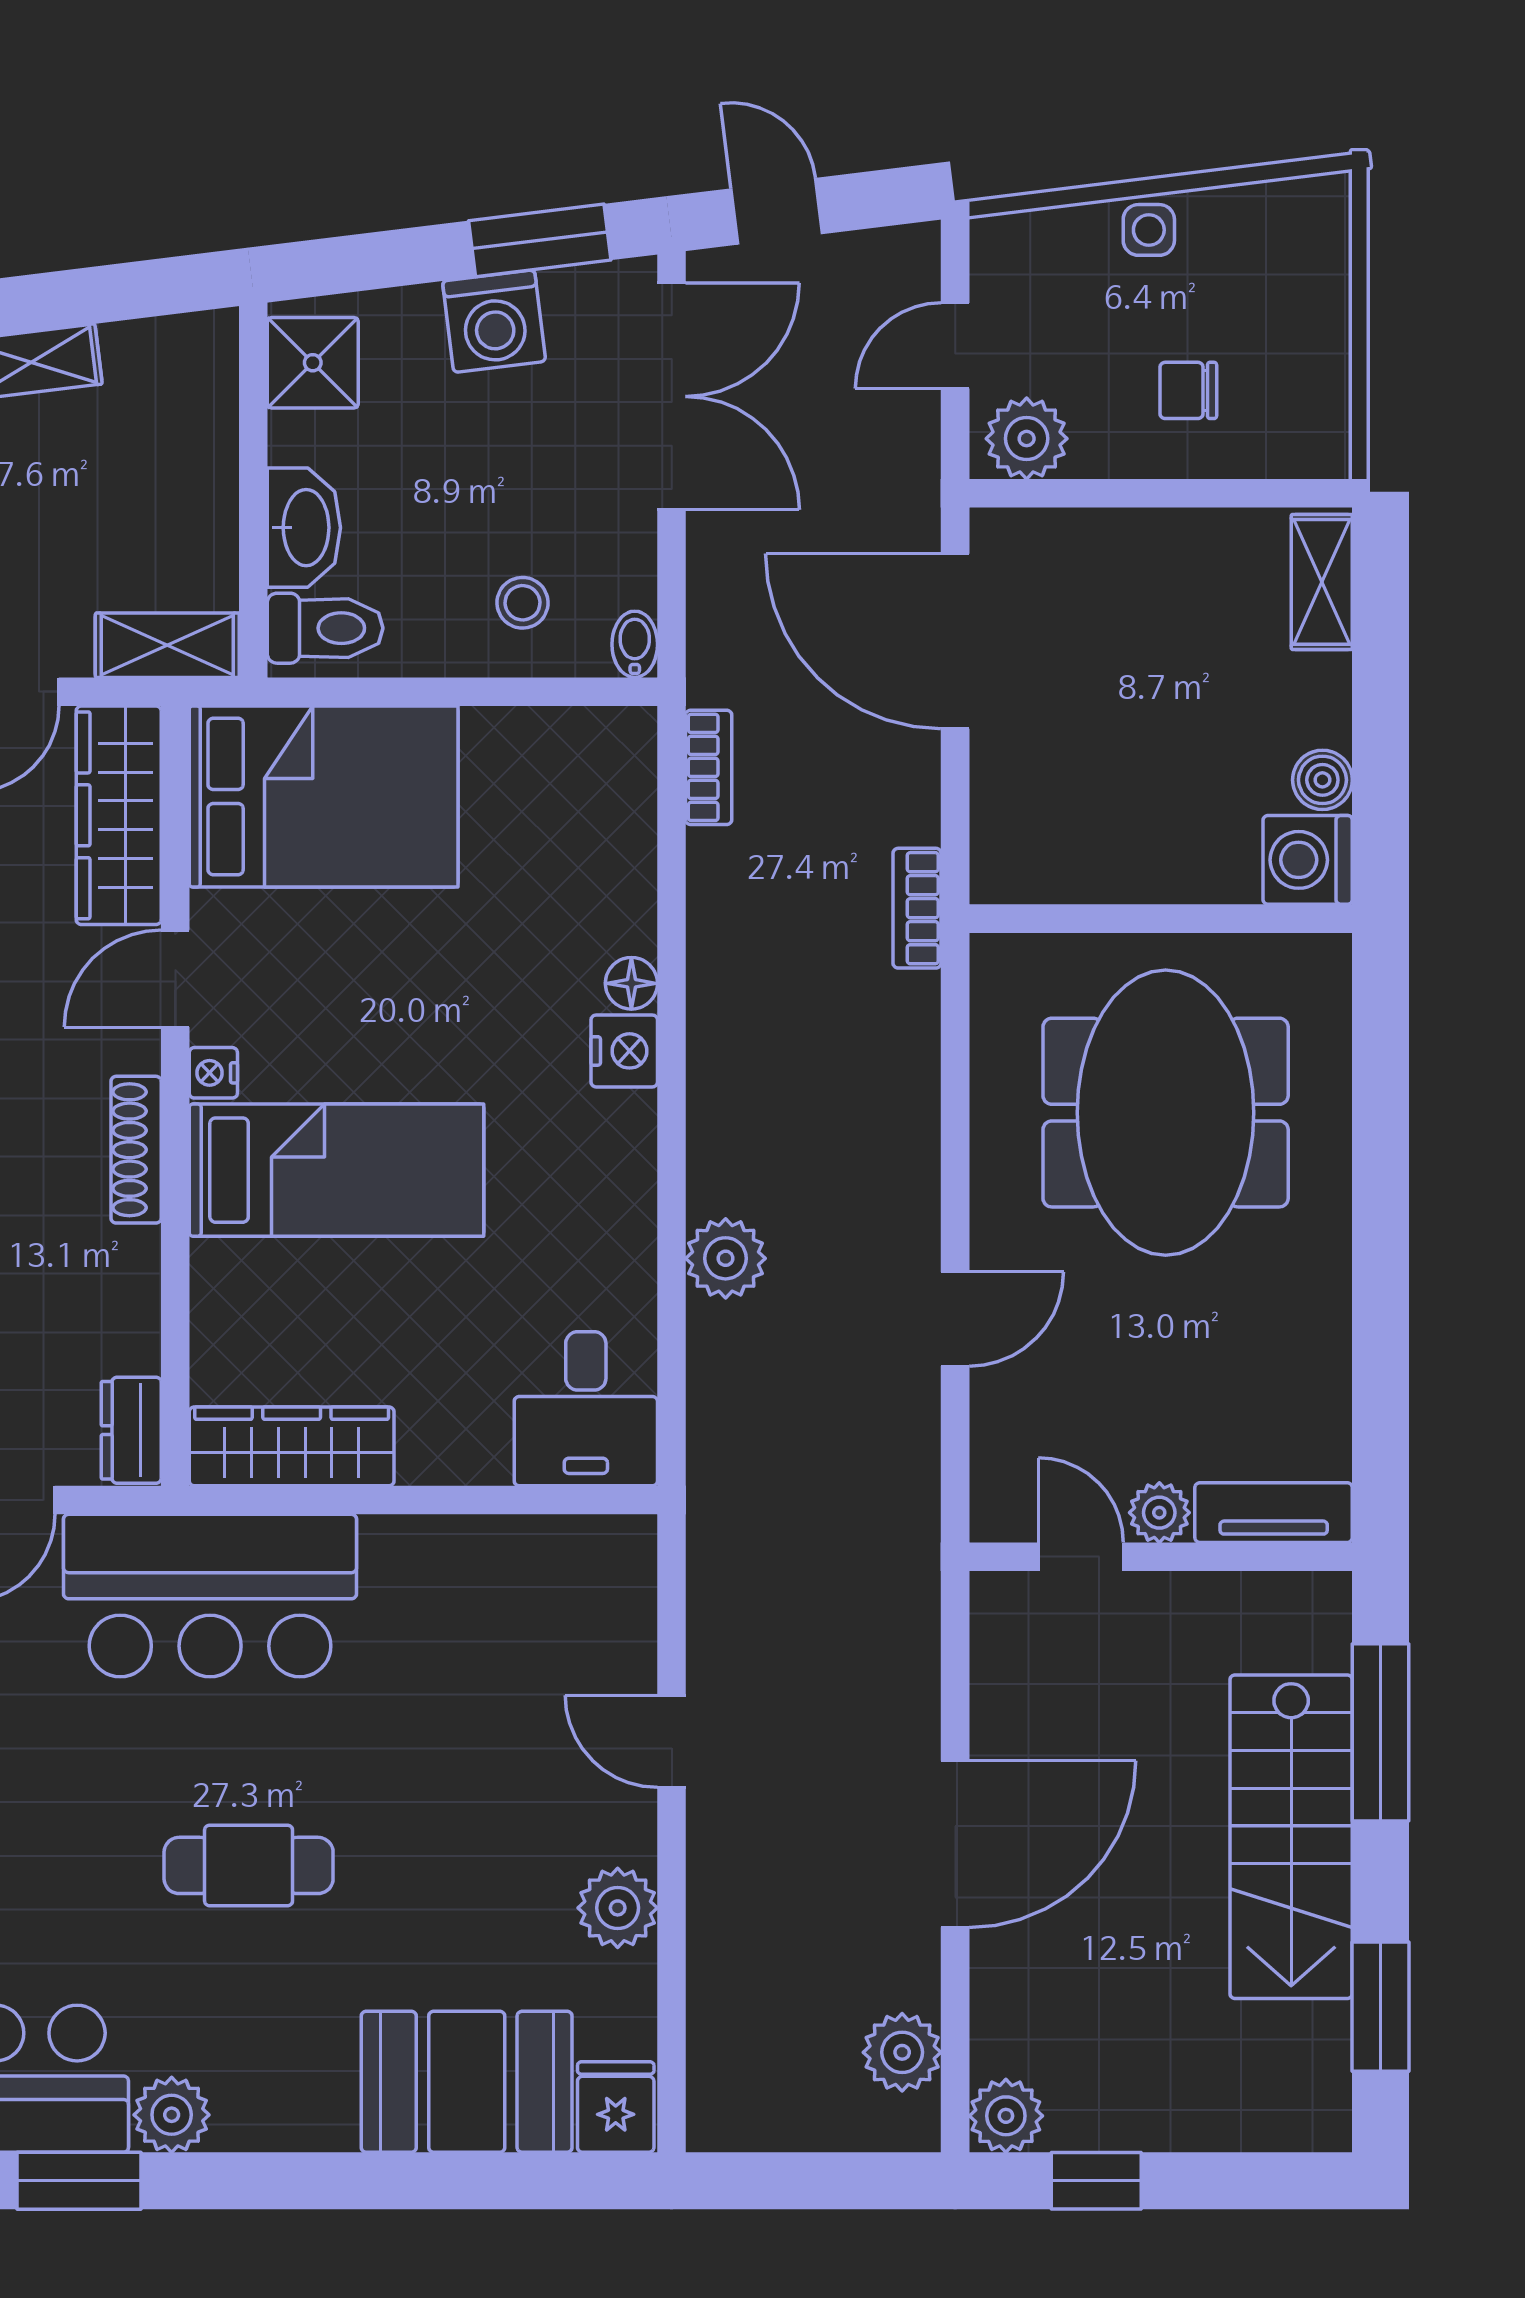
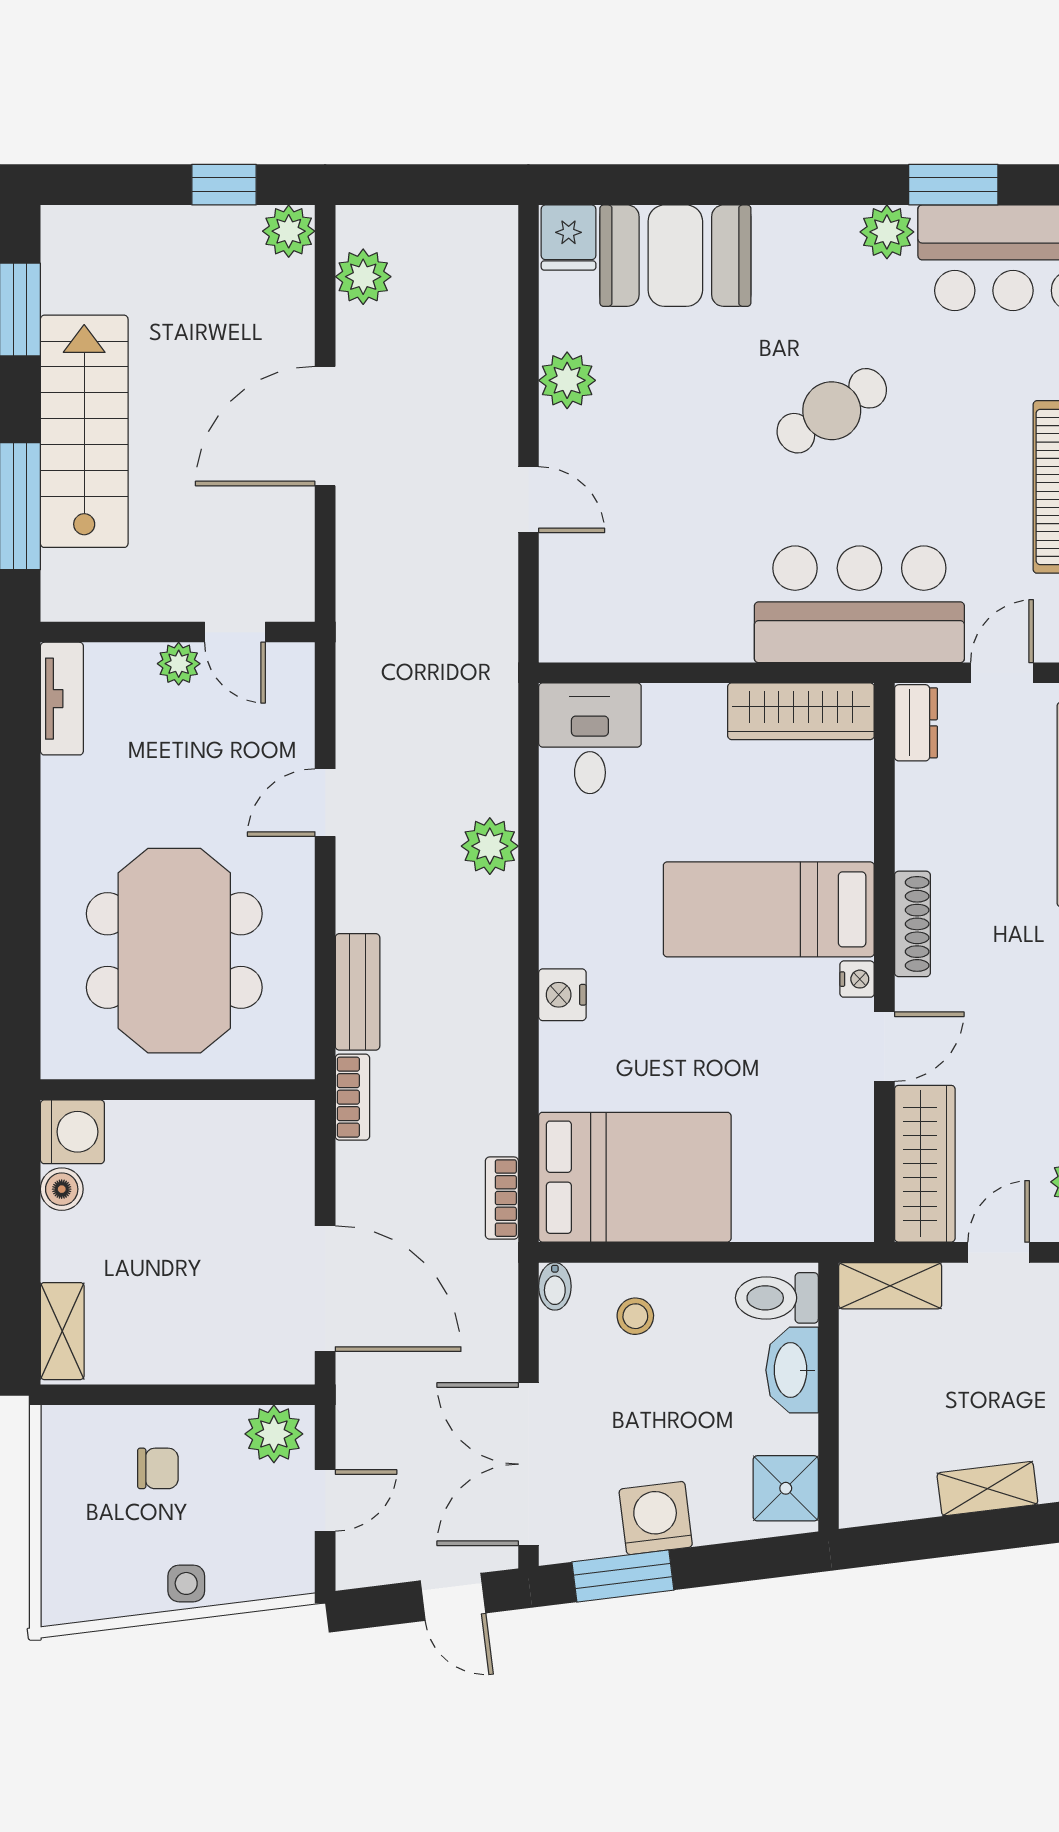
bed: (324, 797) -> (635, 1177), moved, turned 180
floor lamp: (631, 983) -> (557, 1043), removed
bench: (910, 1055) -> (358, 992), added
tv unit: (1274, 1513) -> (62, 699), moved, turned -90
cafe table: (249, 1865) -> (832, 411), turned -32

